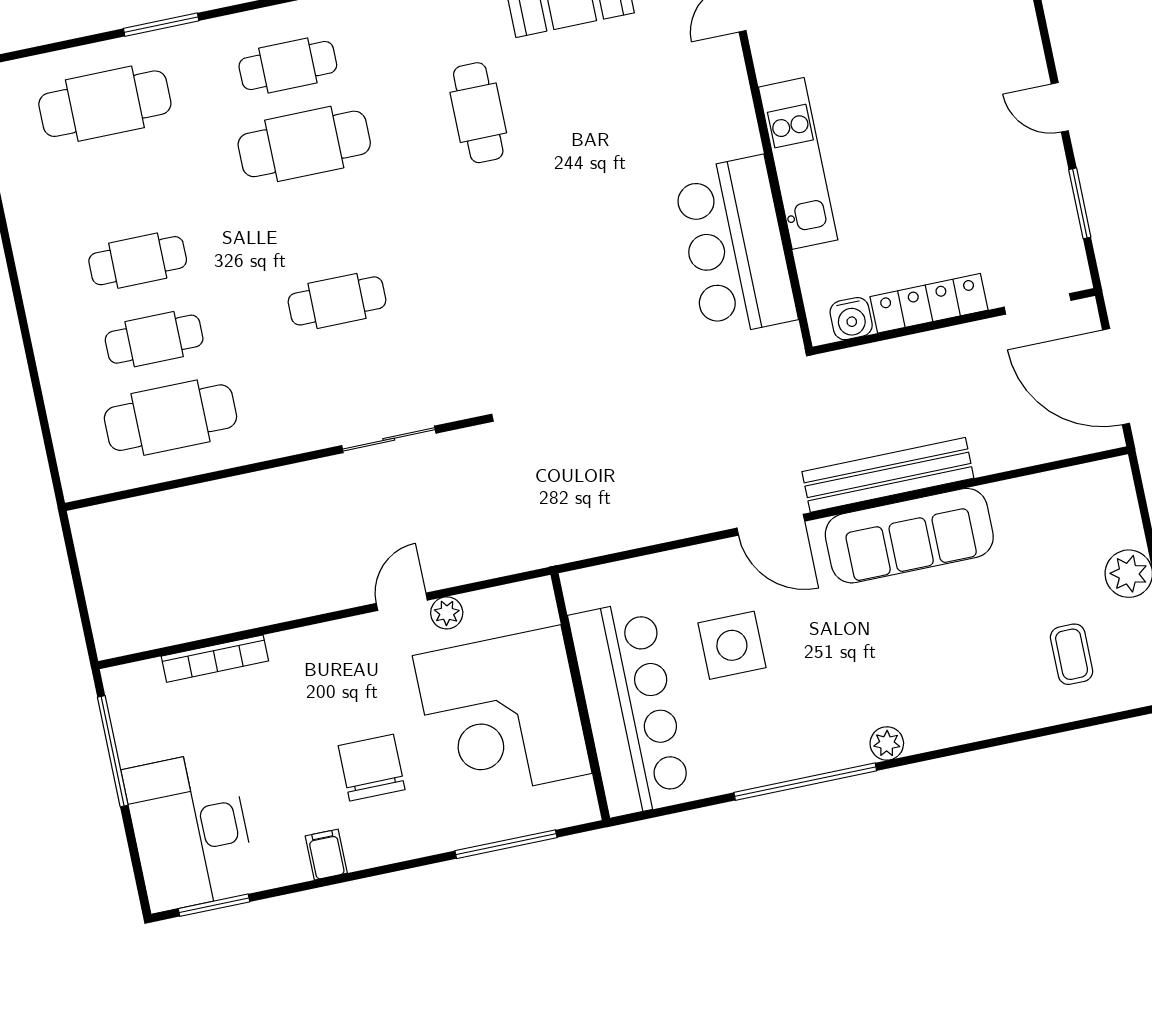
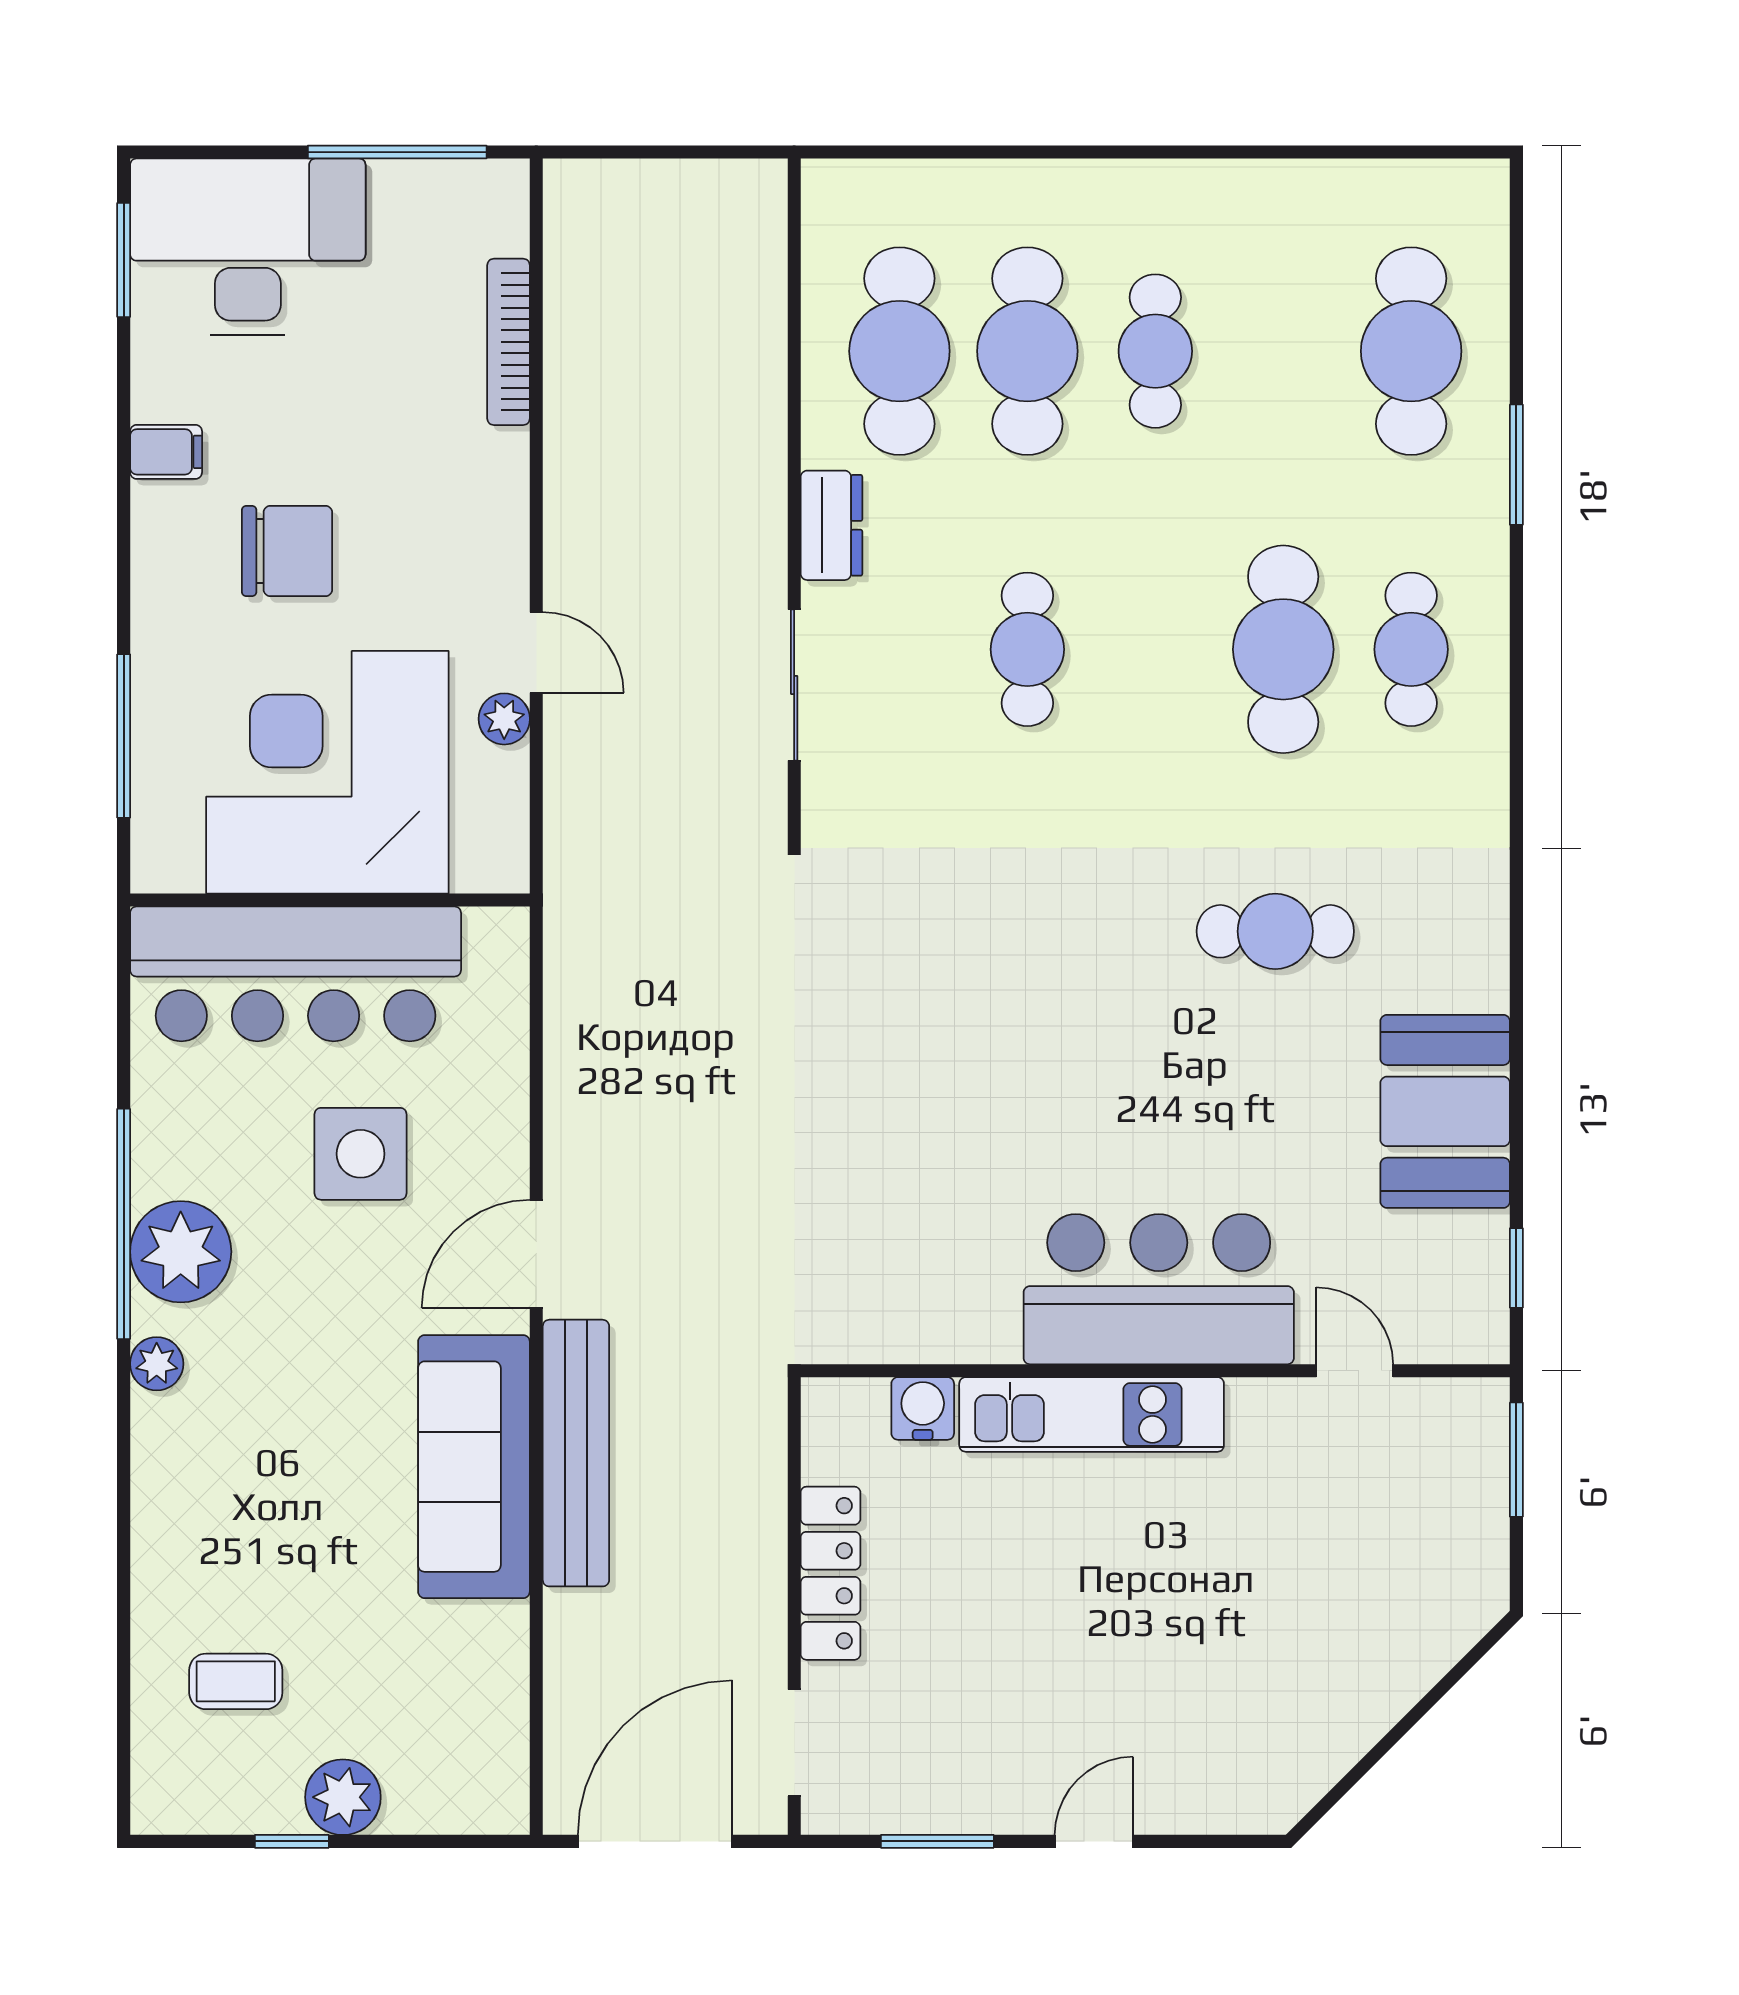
bar counter: (735, 246) -> (1159, 1289), moved
water cooler: (851, 319) -> (923, 1408), moved, turned 90
cafe table: (154, 339) -> (1027, 351), width x1.37, depth x1.35
dresser: (286, 437) -> (831, 525), added
plant: (815, 743) -> (181, 1252), added

